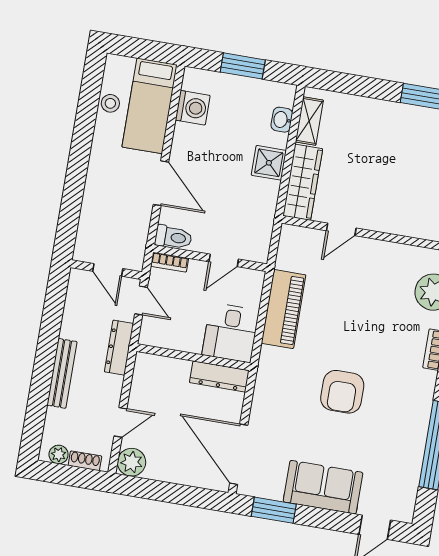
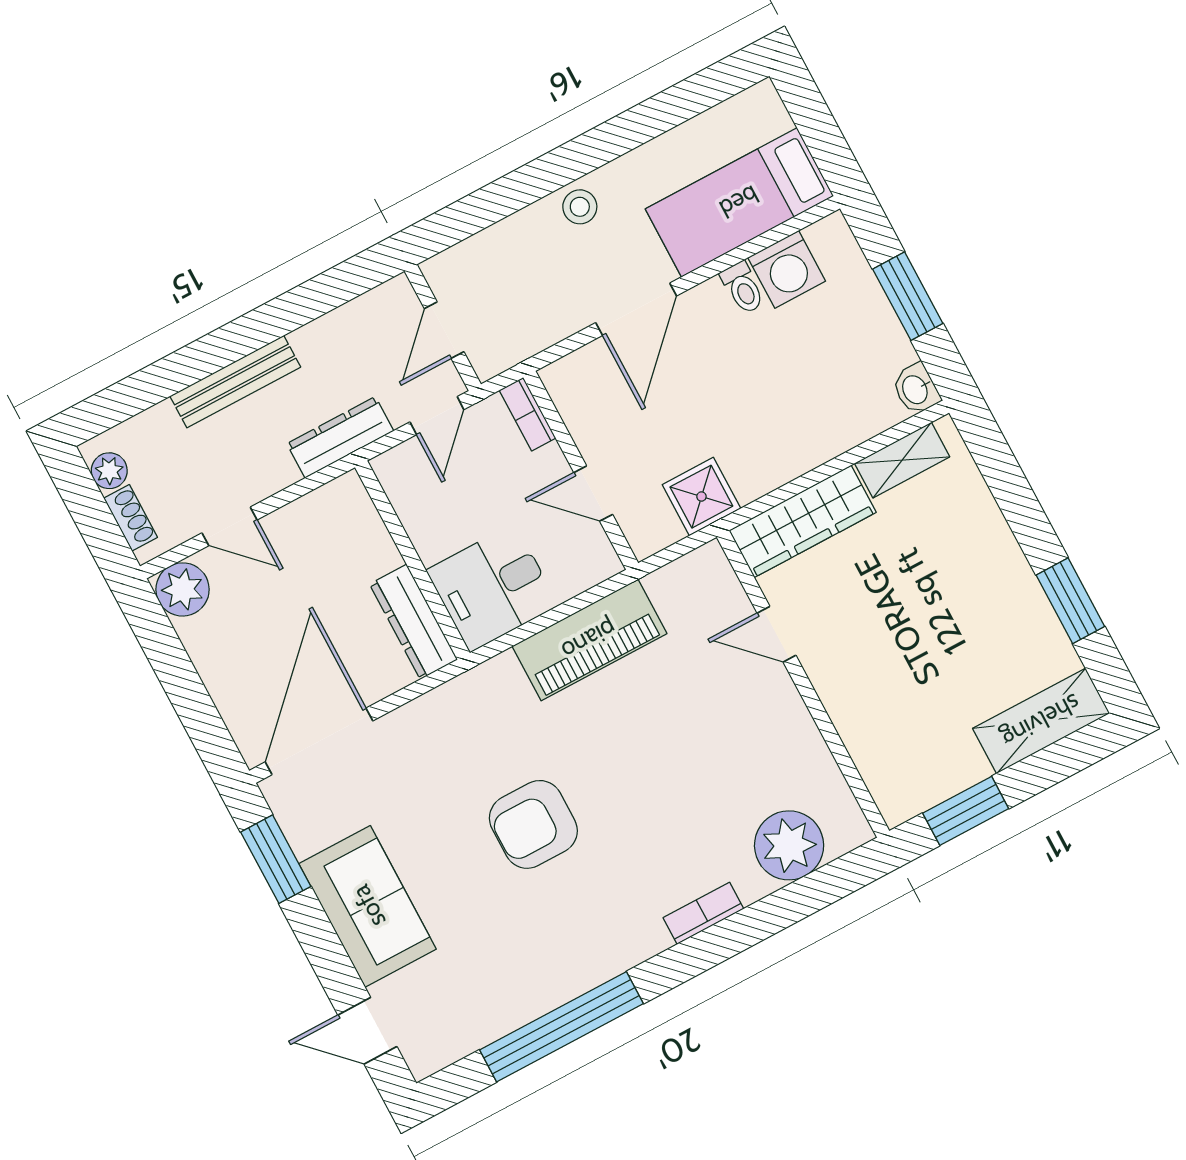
stool: (110, 103) -> (580, 207), moved
washbasin: (282, 120) -> (916, 389), moved, turned -90
shower: (269, 163) -> (701, 497), moved
toilet: (173, 237) -> (743, 288), moved, width x0.73, depth x0.72

